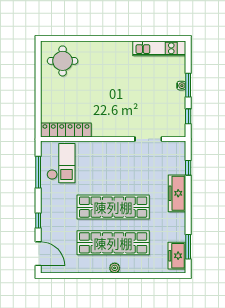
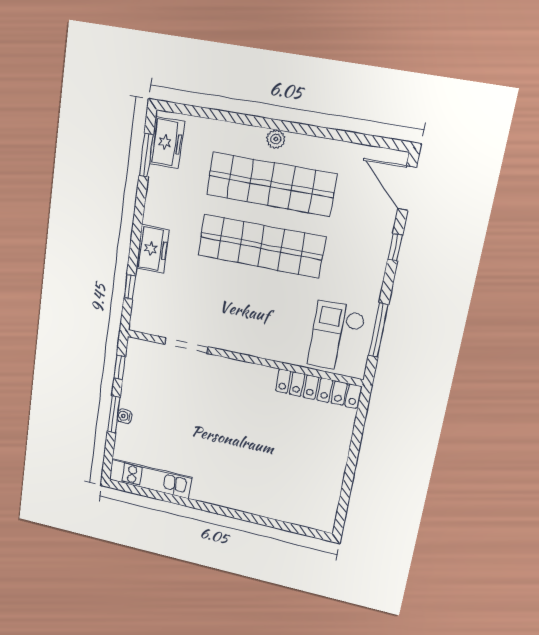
round table: (63, 61) -> (303, 496), removed
freezer: (177, 193) -> (153, 249), width x0.71

